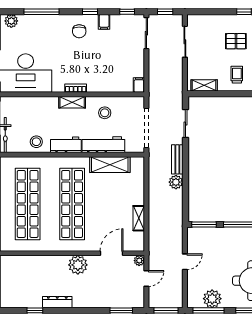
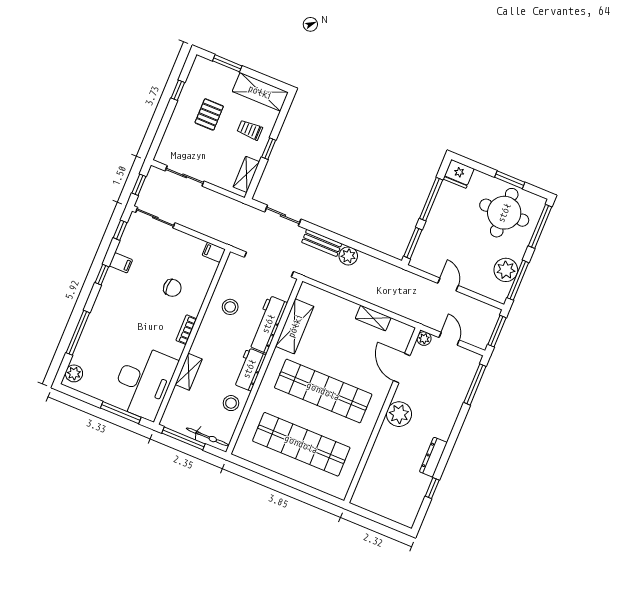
chair: (79, 31) -> (172, 288), moved
window: (229, 94) -> (269, 149), added
shelving: (72, 102) -> (189, 372), moved
window: (121, 310) -> (475, 384), width x1.44

